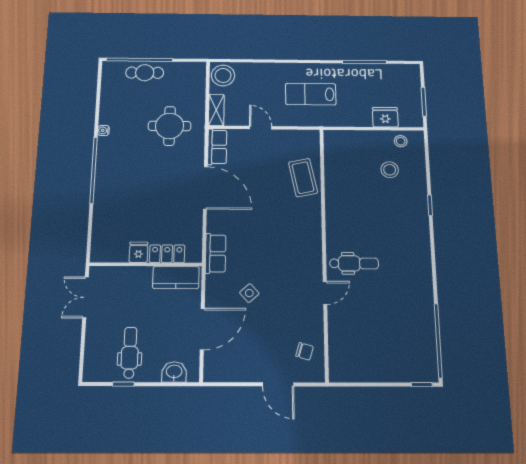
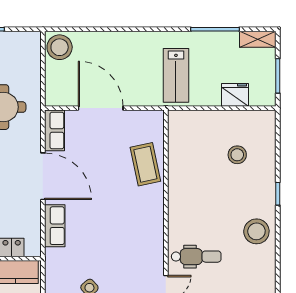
lab bench: (311, 94) -> (176, 75), moved, turned -90
shelving: (216, 110) -> (258, 39), moved, turned 90
door: (261, 128) -> (101, 108), width x1.88
stool: (401, 141) -> (256, 231), moved, width x1.89, depth x1.89
row of seats: (216, 253) -> (55, 226), moved

